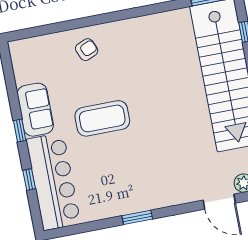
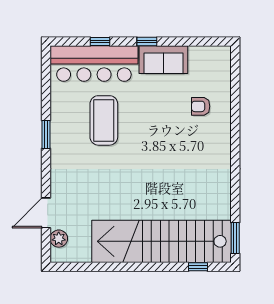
armchair: (87, 50) -> (201, 106), moved, turned 113
coffee table: (102, 118) -> (104, 120), moved

